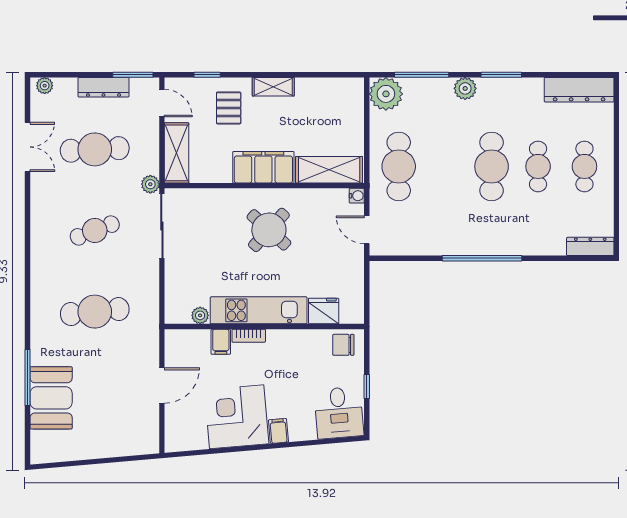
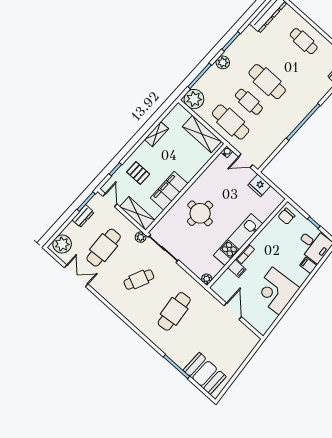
plant: (45, 86) -> (62, 244), width x1.88, depth x1.88
dresser: (103, 87) -> (83, 216), width x0.70
shelving: (273, 87) -> (157, 134), moved
door: (162, 103) -> (110, 200), hinge flipped
cafe table: (538, 166) -> (249, 102), moved
filing cabinet: (263, 167) -> (169, 191), moved
shelving: (329, 170) -> (202, 134), moved, turned 90
cafe table: (95, 230) -> (139, 280), turned 45
round table: (269, 230) -> (200, 213), moved, turned -38
fridge: (324, 311) -> (259, 185), moved, turned -90
plant: (200, 315) -> (207, 279), moved
booth: (51, 398) -> (205, 373), moved
filing cabinet: (278, 431) -> (308, 265), moved

